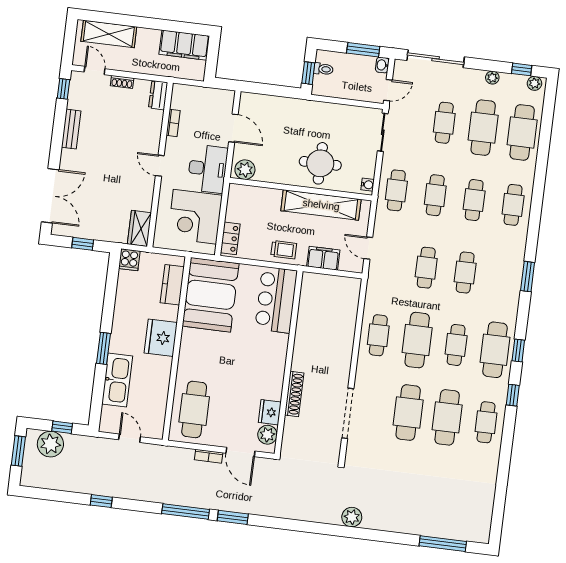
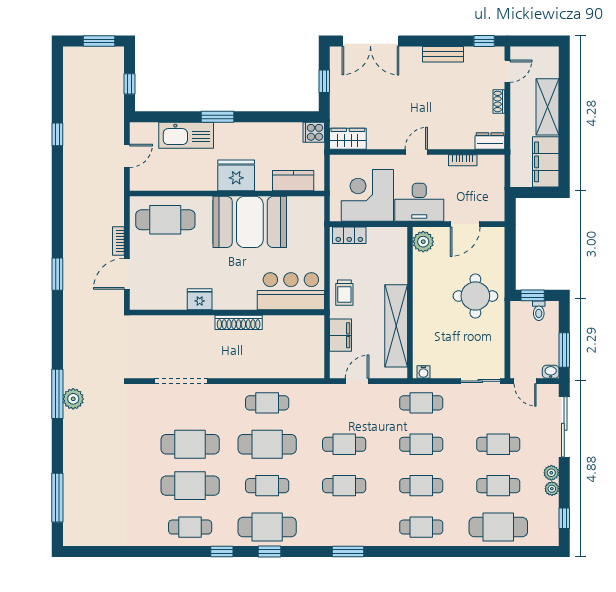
shelving: (109, 34) -> (548, 107), moved
plant: (534, 83) -> (551, 473), moved
cafe table: (483, 128) -> (498, 486), width x0.73, depth x0.74
round table: (320, 163) -> (475, 296), moved
booth: (211, 295) -> (250, 222), moved
shoe rack: (294, 394) -> (239, 322), moved
fridge: (270, 412) -> (200, 299), moved
plant: (267, 435) -> (148, 300), removed
plant: (50, 444) -> (110, 74), removed
window: (186, 512) -> (57, 394), moved

